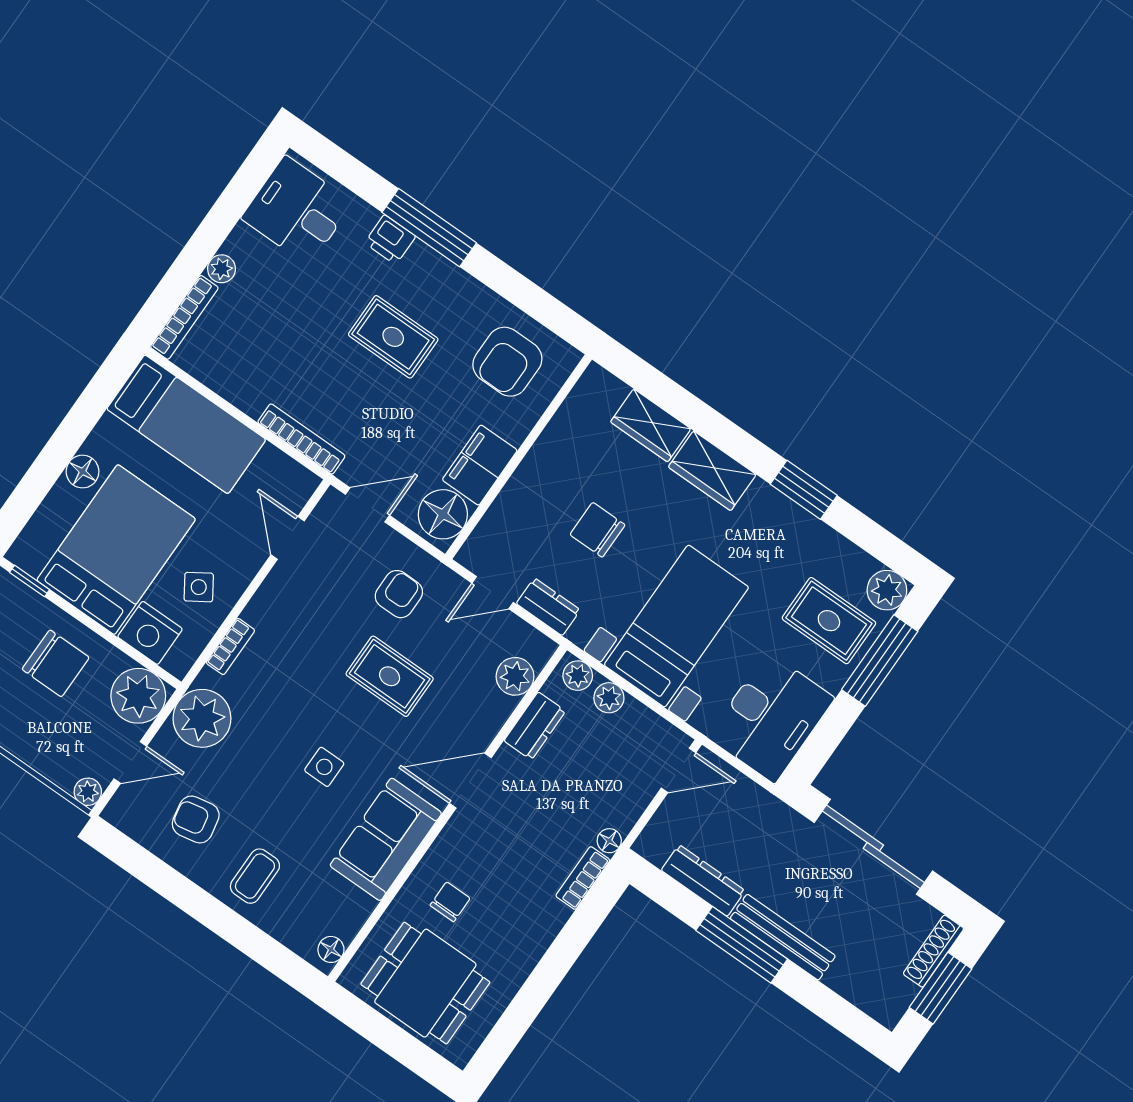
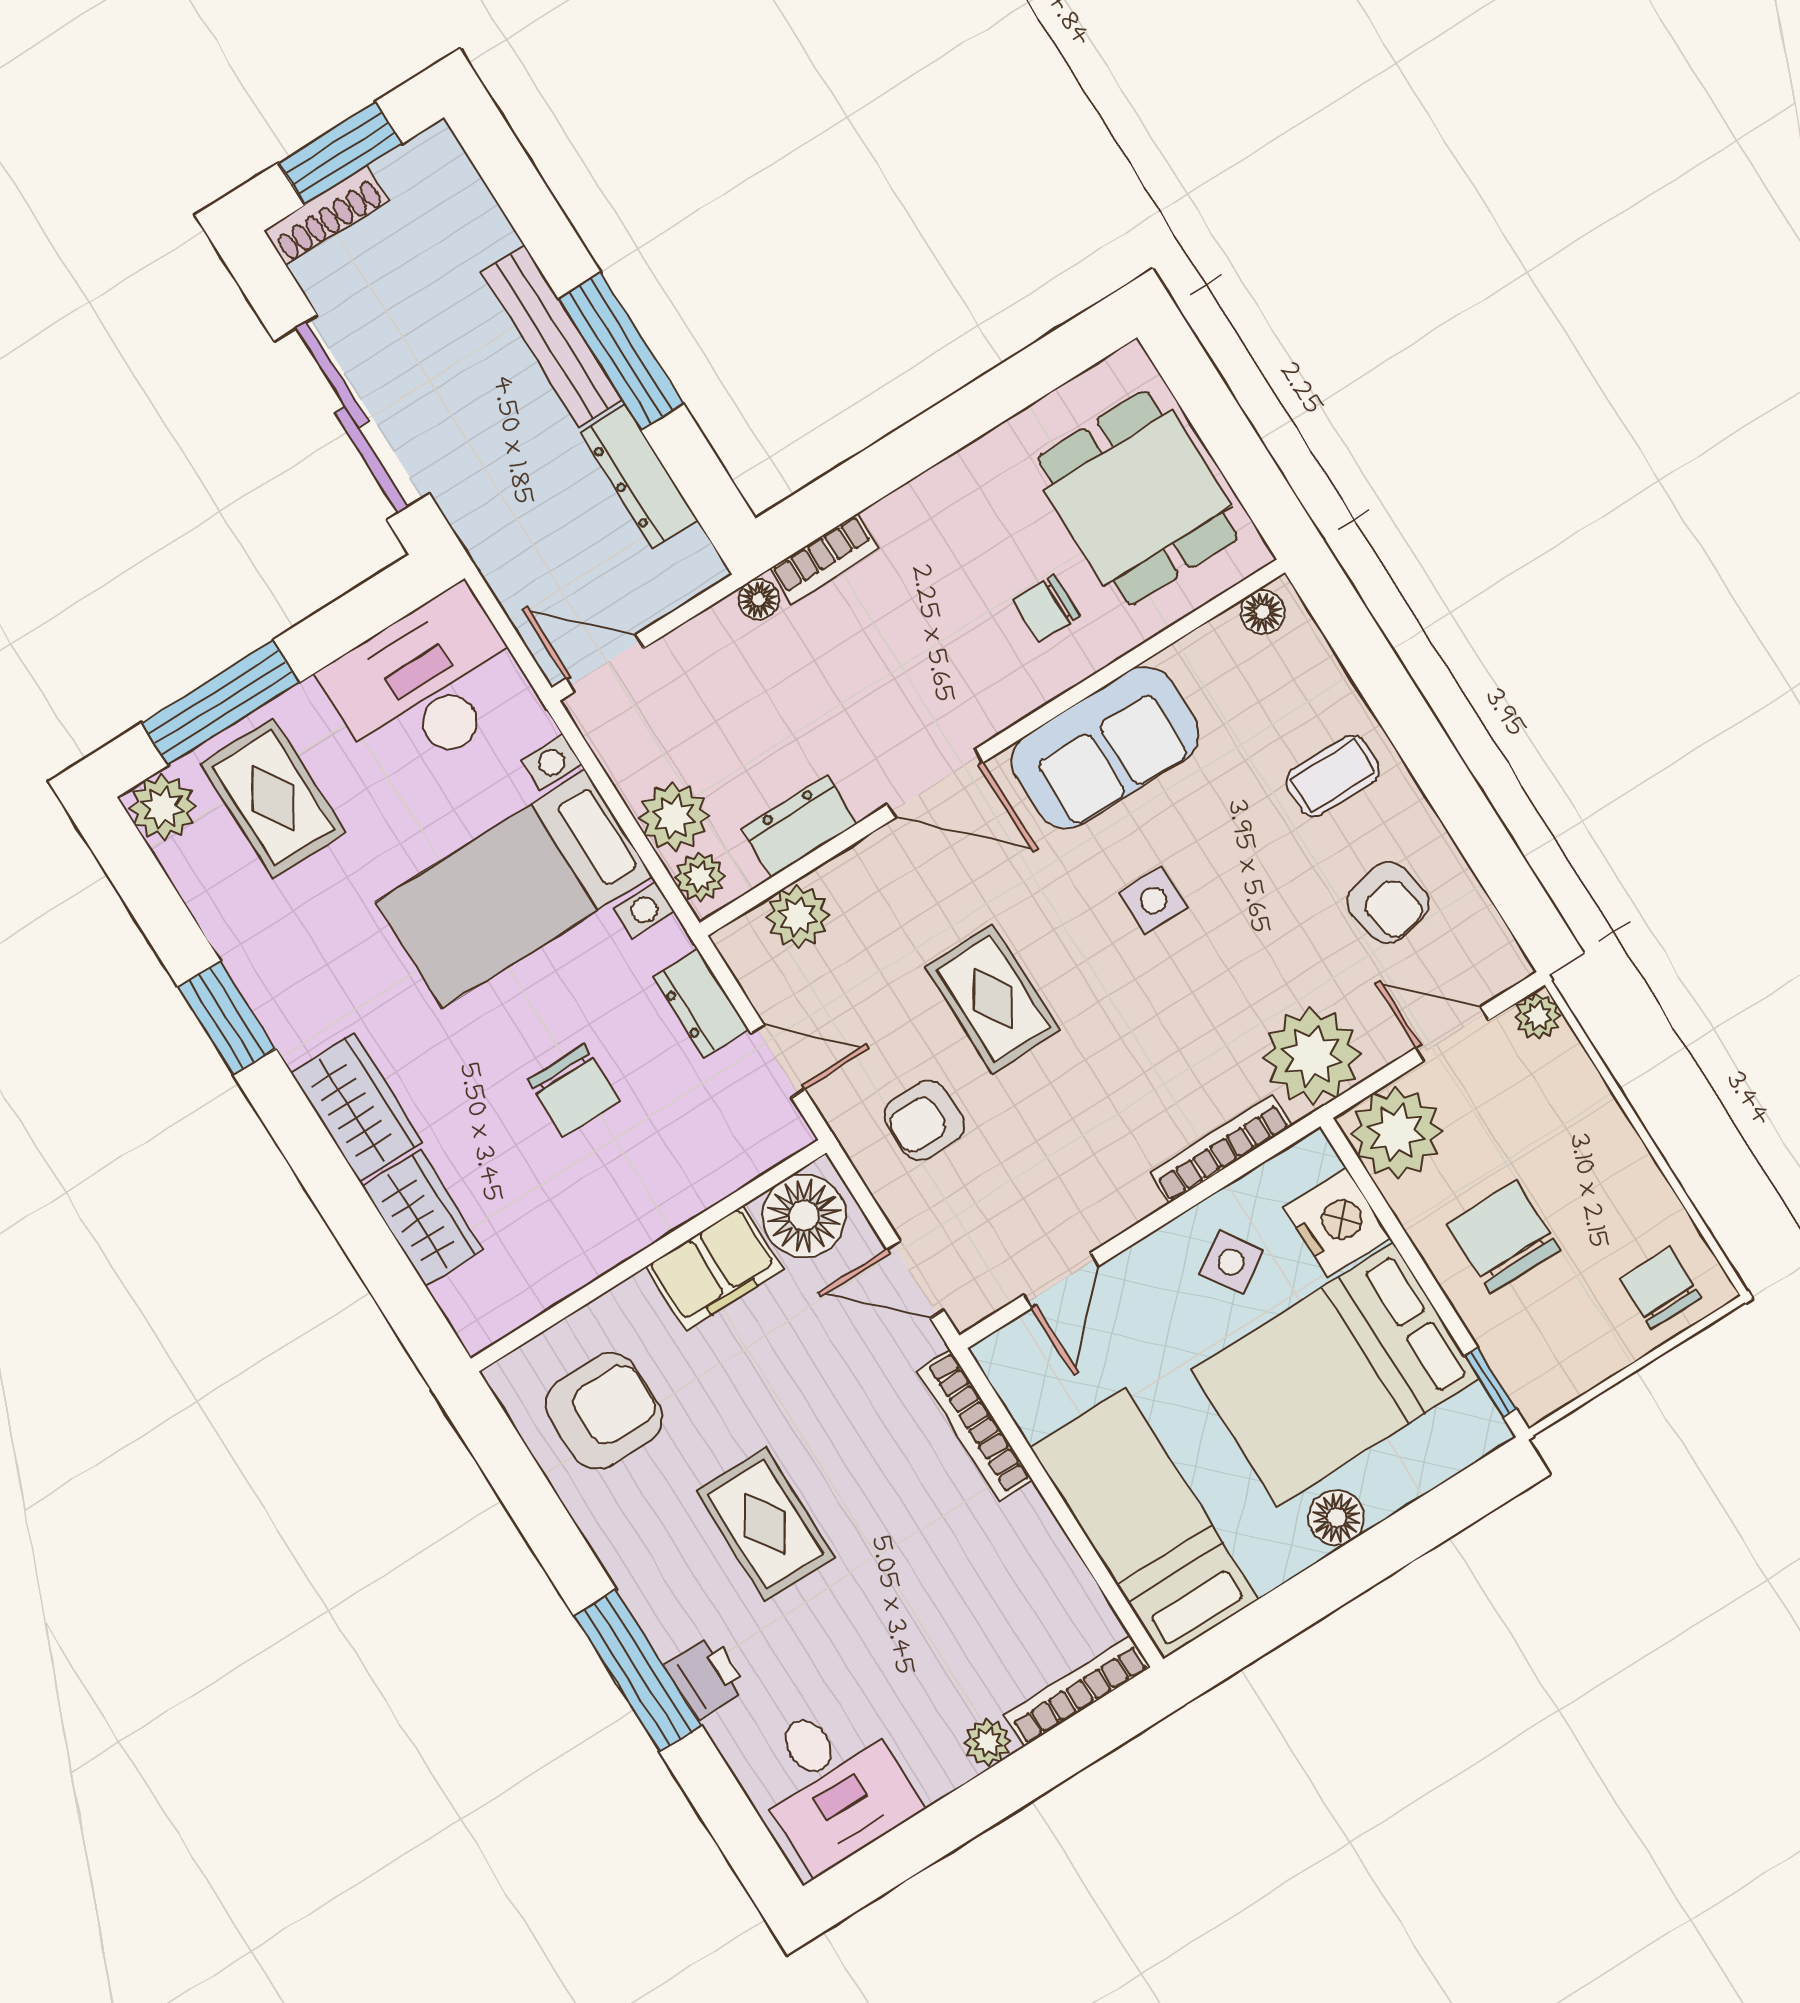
bookcase: (230, 646) -> (1221, 1149), width x1.56
plant: (609, 698) -> (674, 817), width x1.38, depth x1.38

